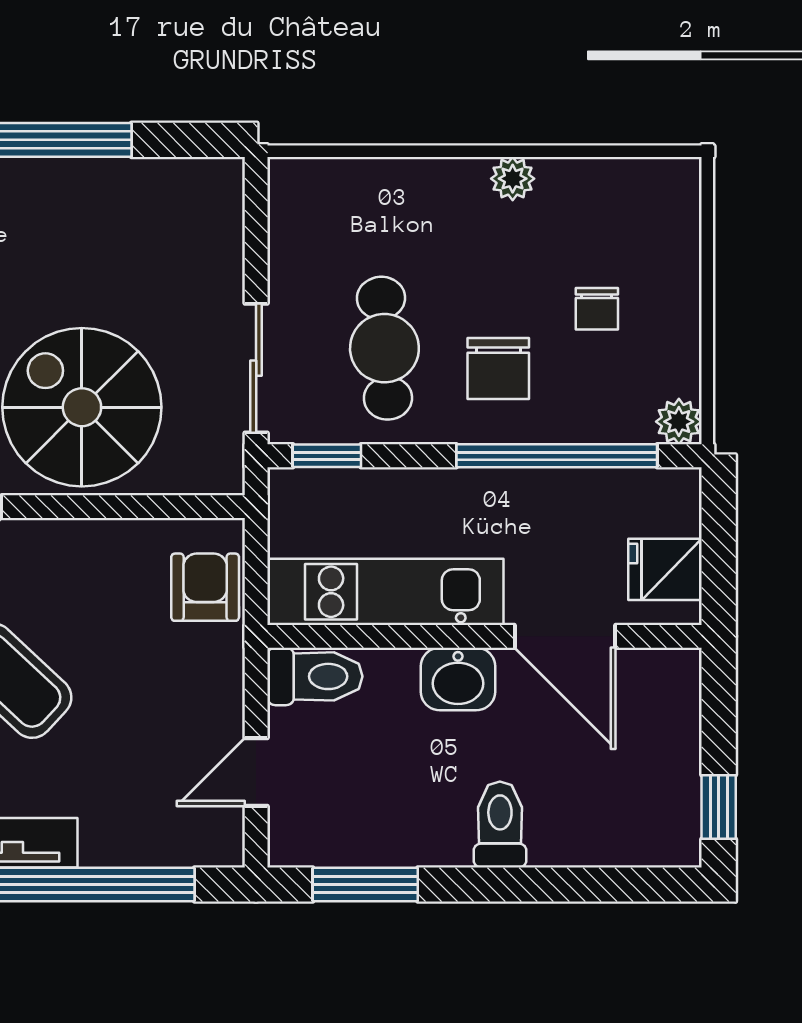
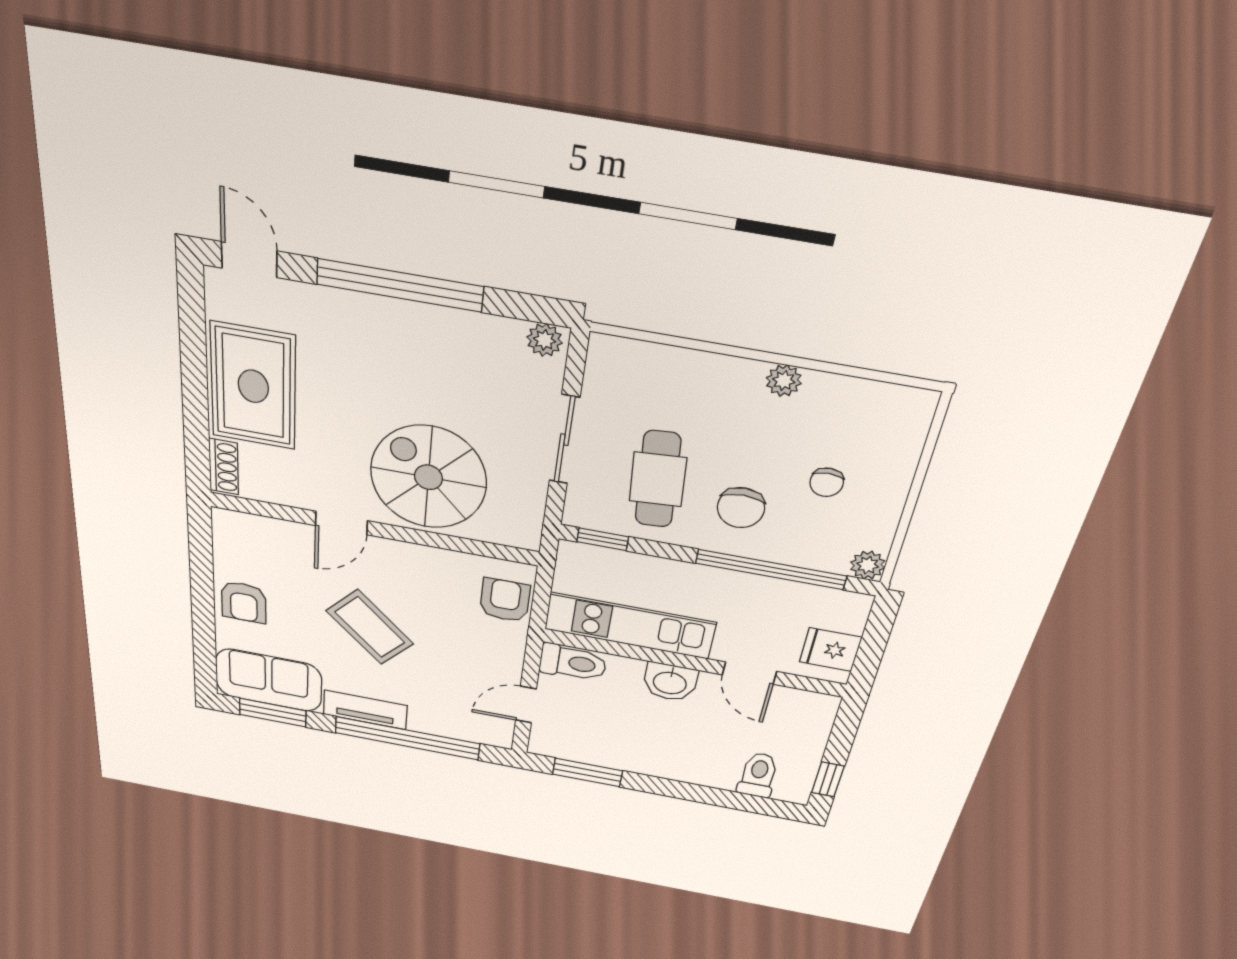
plant: (214, 179) -> (545, 340), added
sliding door: (256, 368) -> (564, 440), moved
door: (565, 636) -> (749, 673), width x0.73
toilet: (500, 825) -> (758, 775), moved

